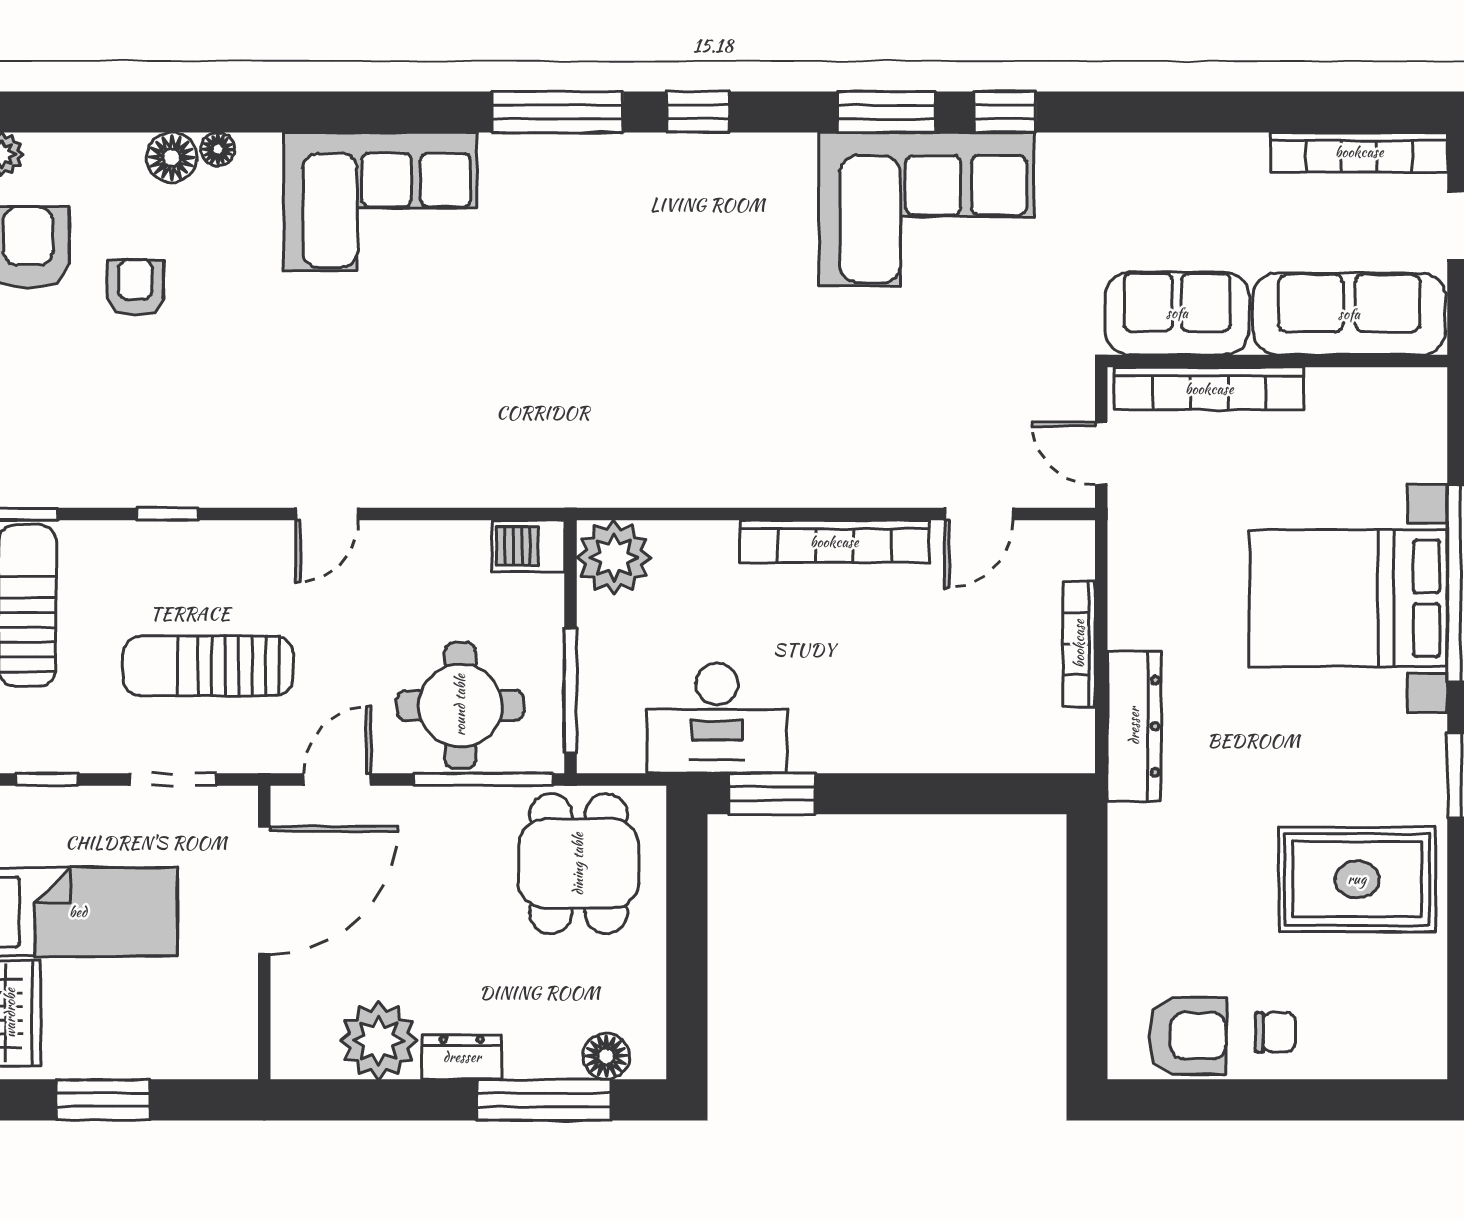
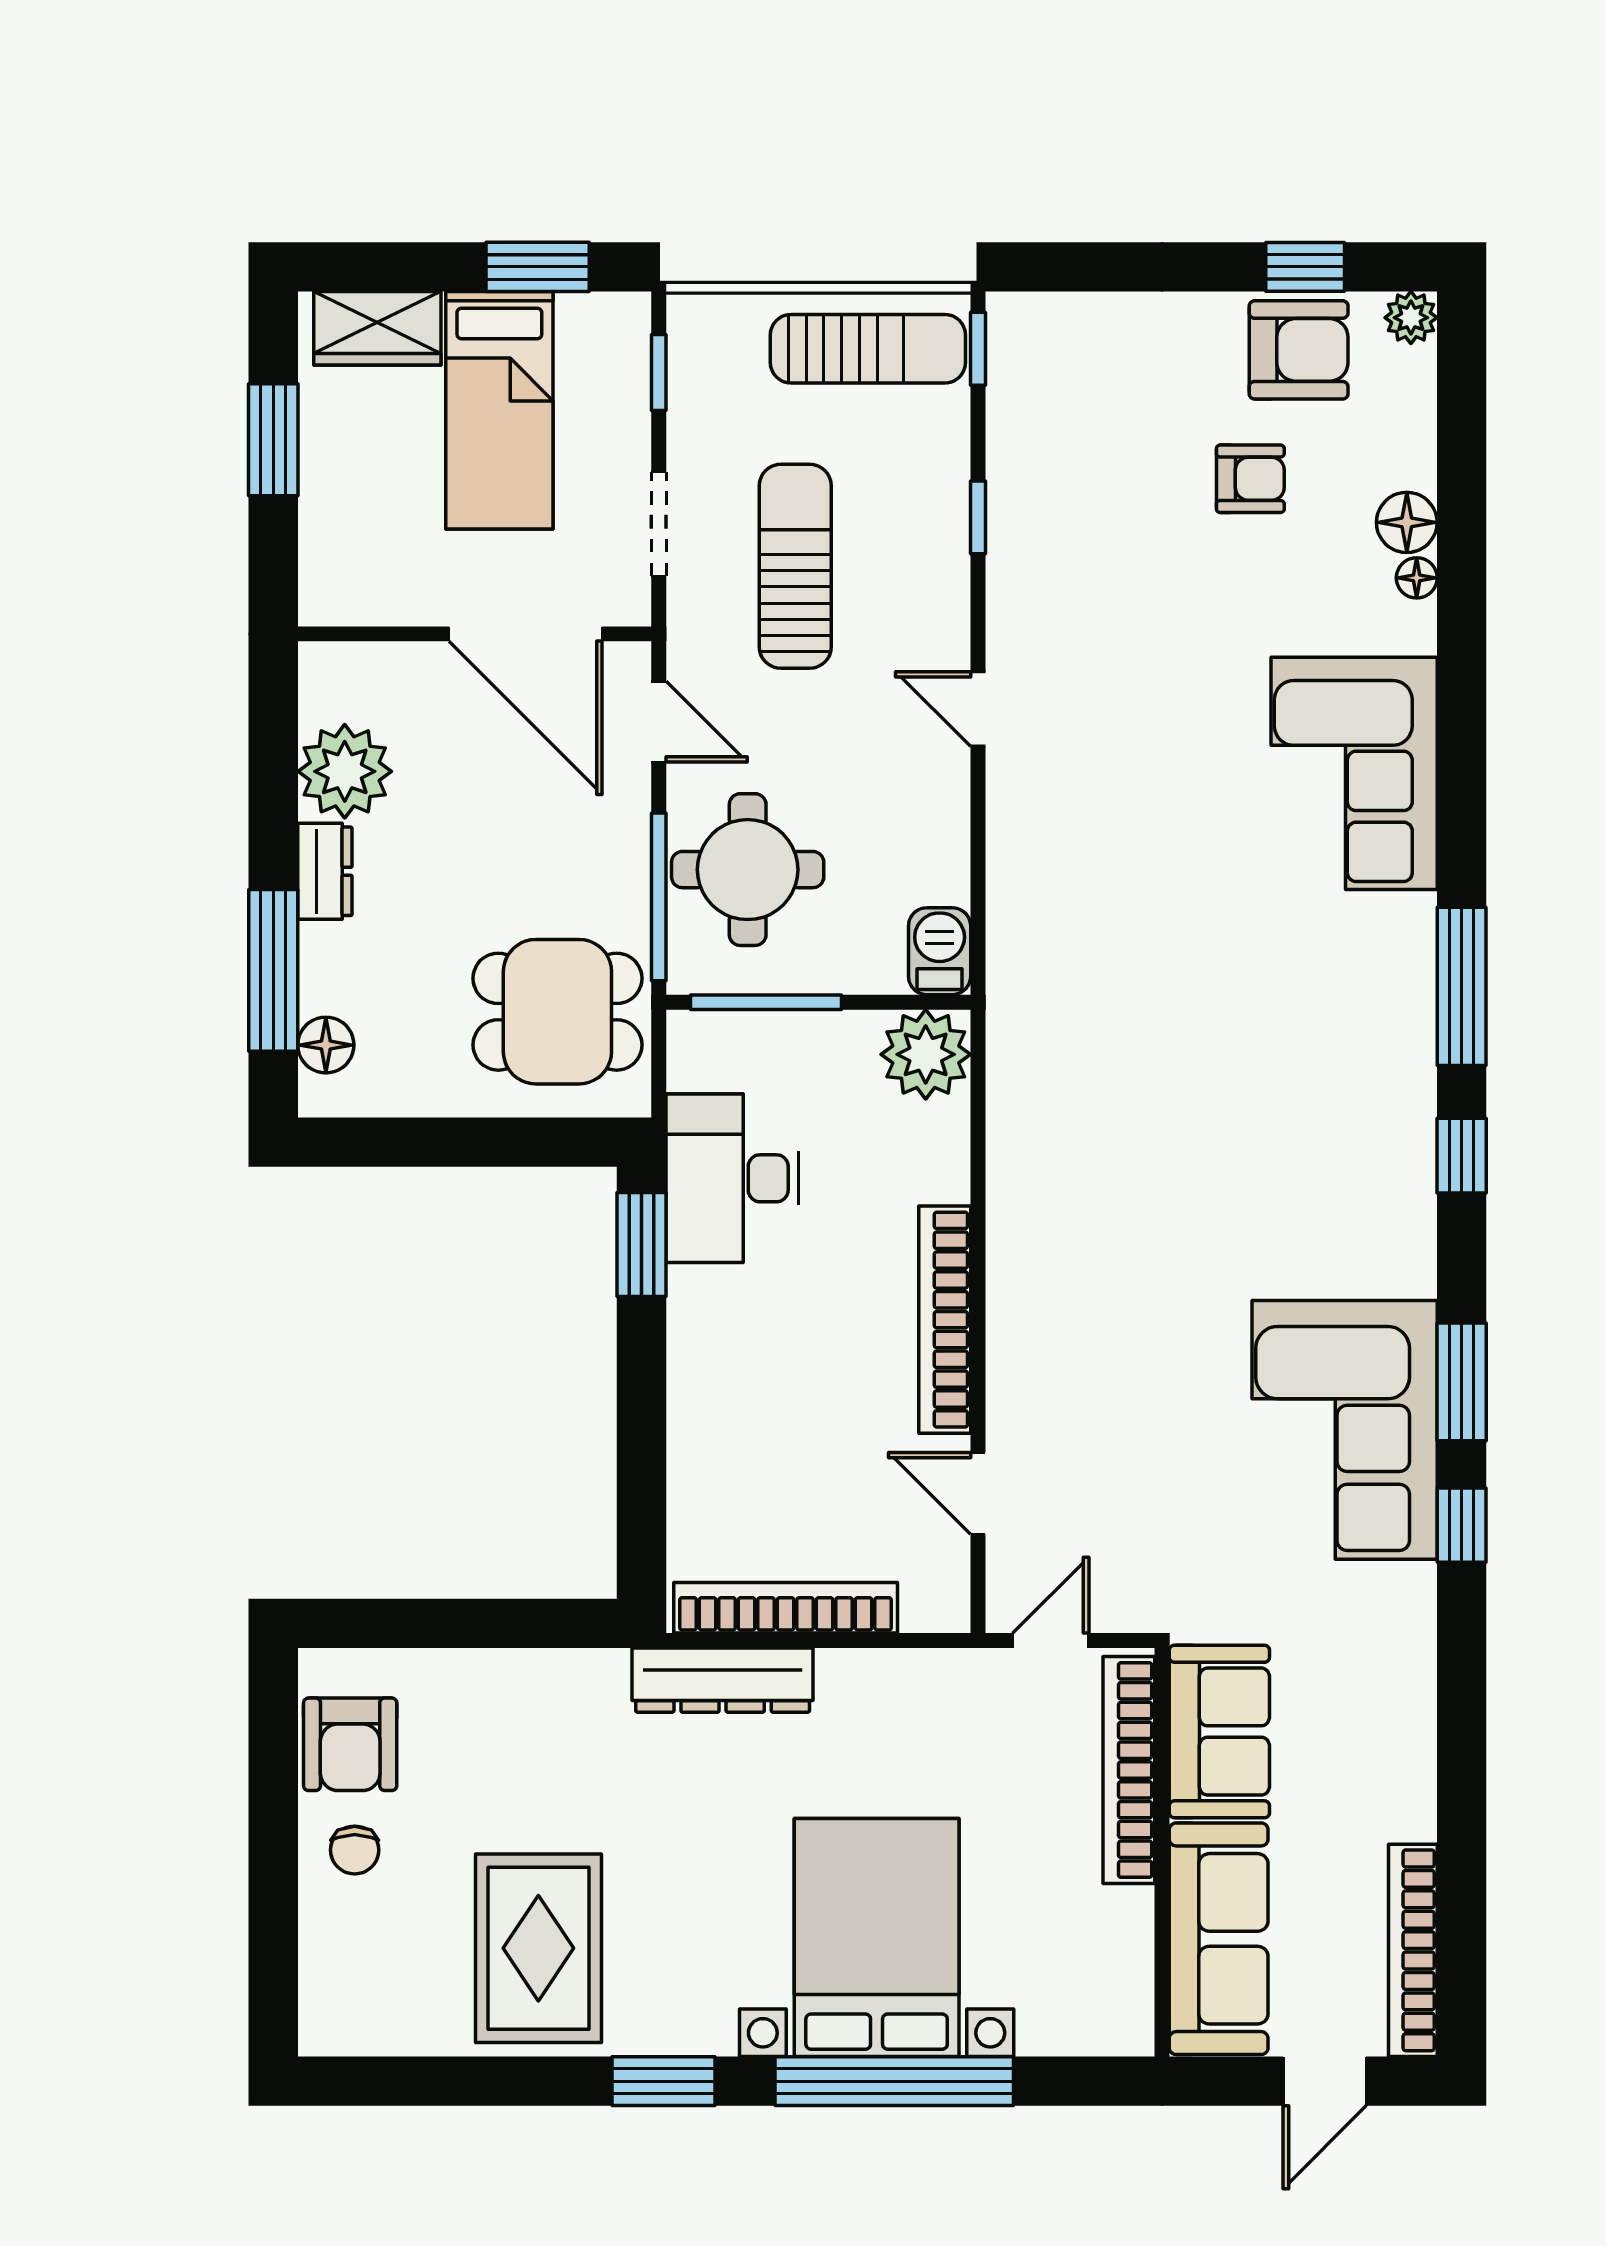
bookcase: (1079, 644) -> (786, 1608), width x1.48, depth x1.31

